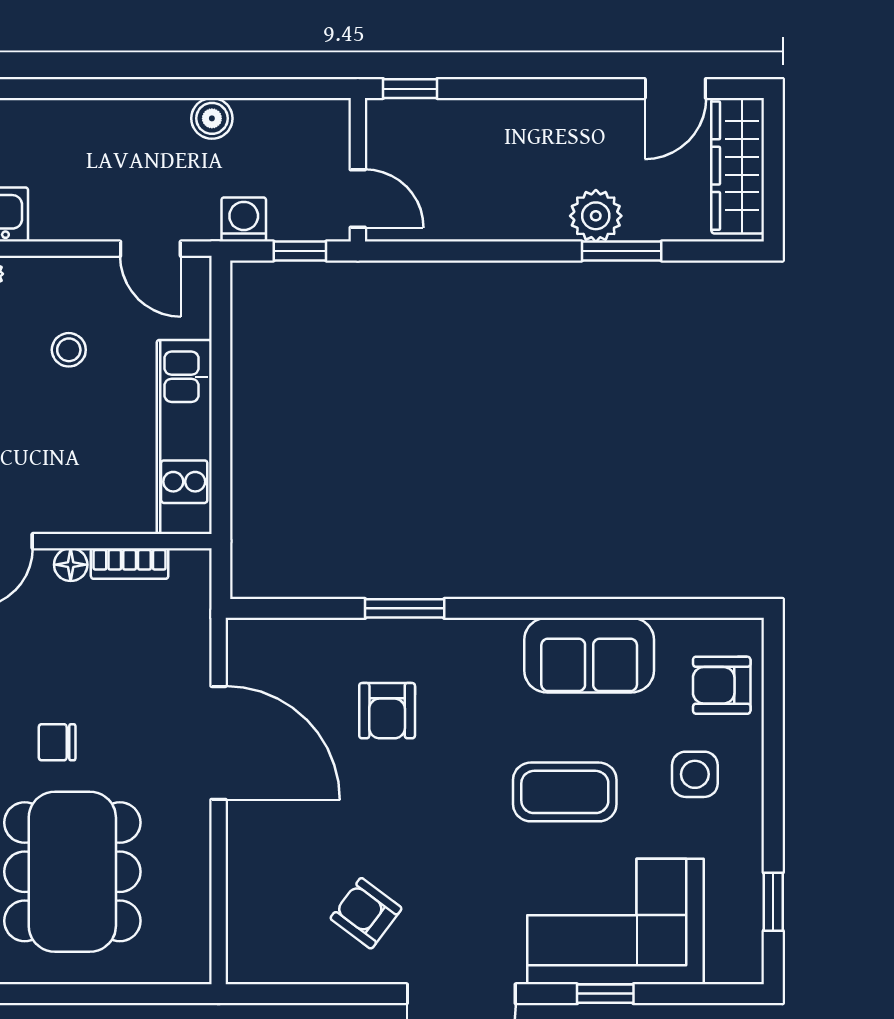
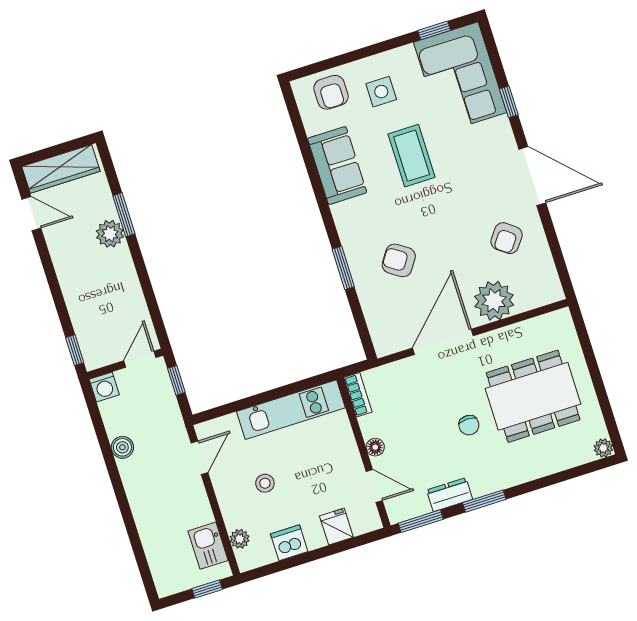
washing machine: (244, 220) -> (104, 387), moved, turned -90
bookcase: (130, 564) -> (358, 395), moved
armchair: (387, 711) -> (399, 260), turned -146
plant: (263, 856) -> (494, 301), added
corner sofa: (616, 921) -> (460, 77), moved

